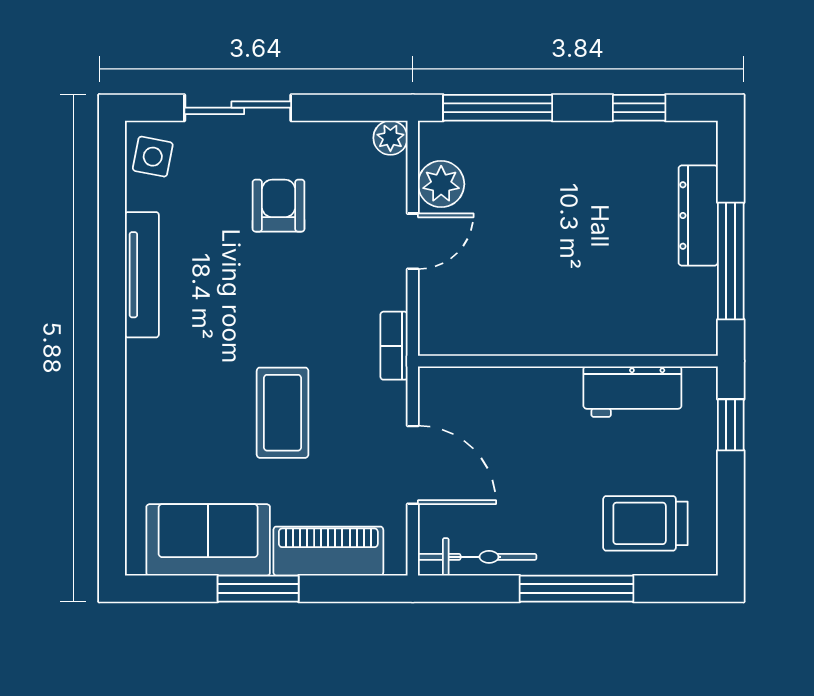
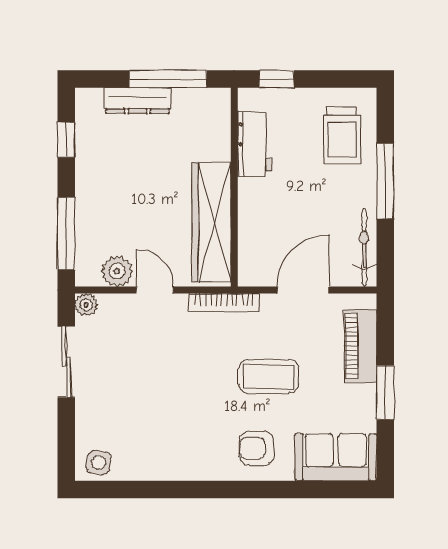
sliding door: (238, 108) -> (66, 362), moved
armchair: (279, 206) -> (257, 448), moved
tv unit: (142, 275) -> (177, 470), removed
wardrobe: (515, 327) -> (211, 222), added
bookcase: (394, 346) -> (224, 302), width x1.56
sofa: (208, 540) -> (336, 457), moved, turned 90

